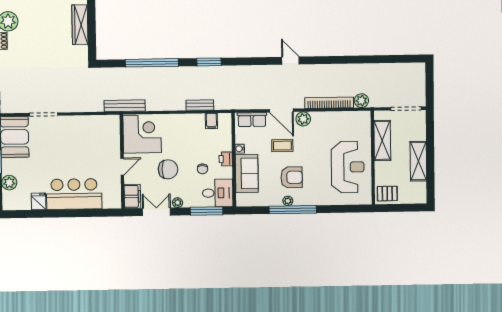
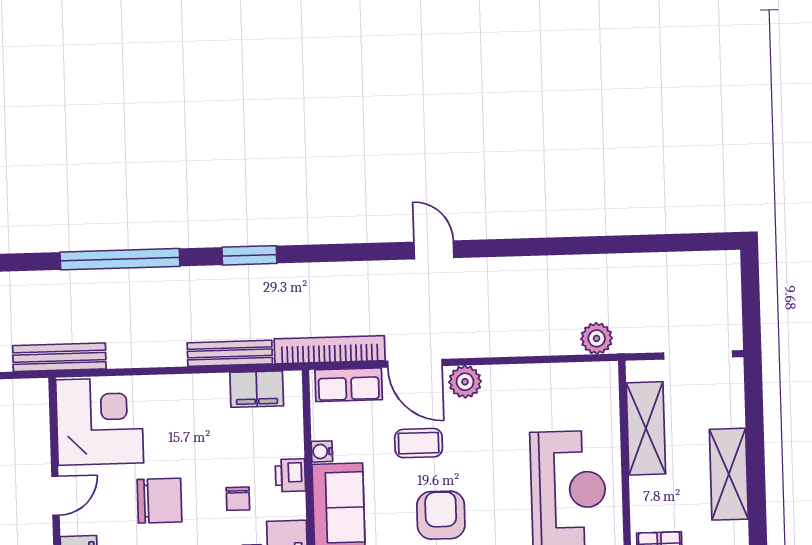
bookcase: (329, 103) -> (330, 350), moved
bench: (200, 105) -> (230, 353), width x1.36
filing cabinet: (211, 121) -> (257, 389), width x2.00
armchair: (292, 177) -> (441, 515), turned -90

